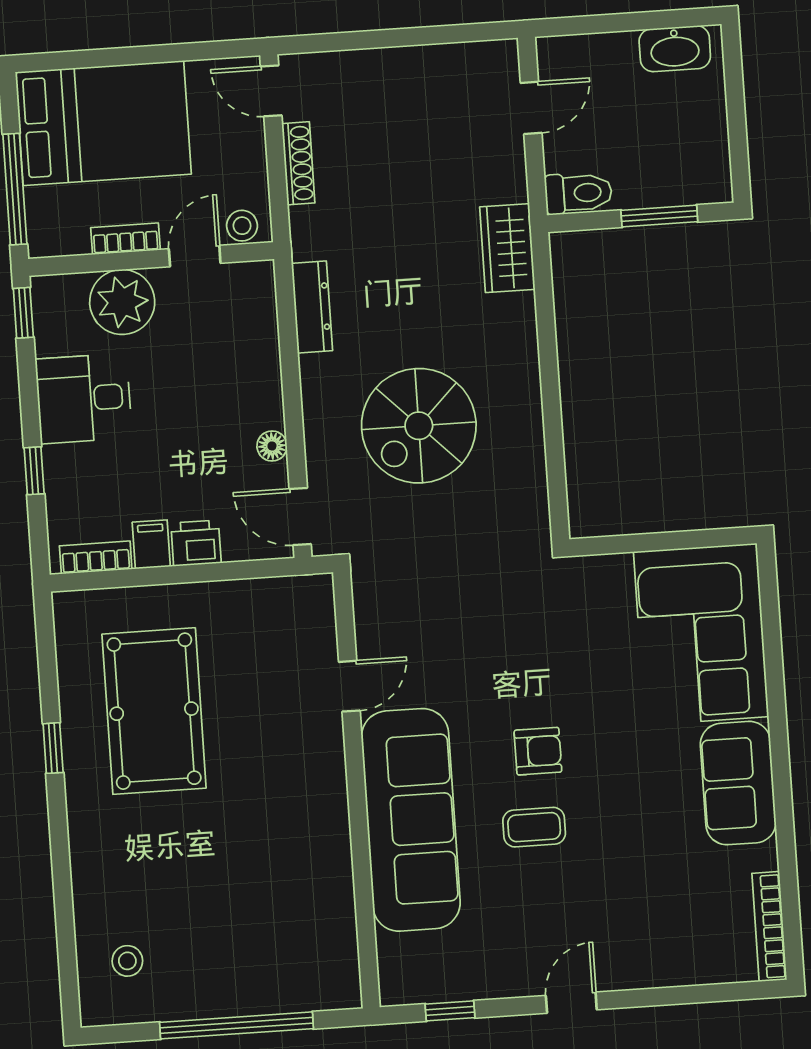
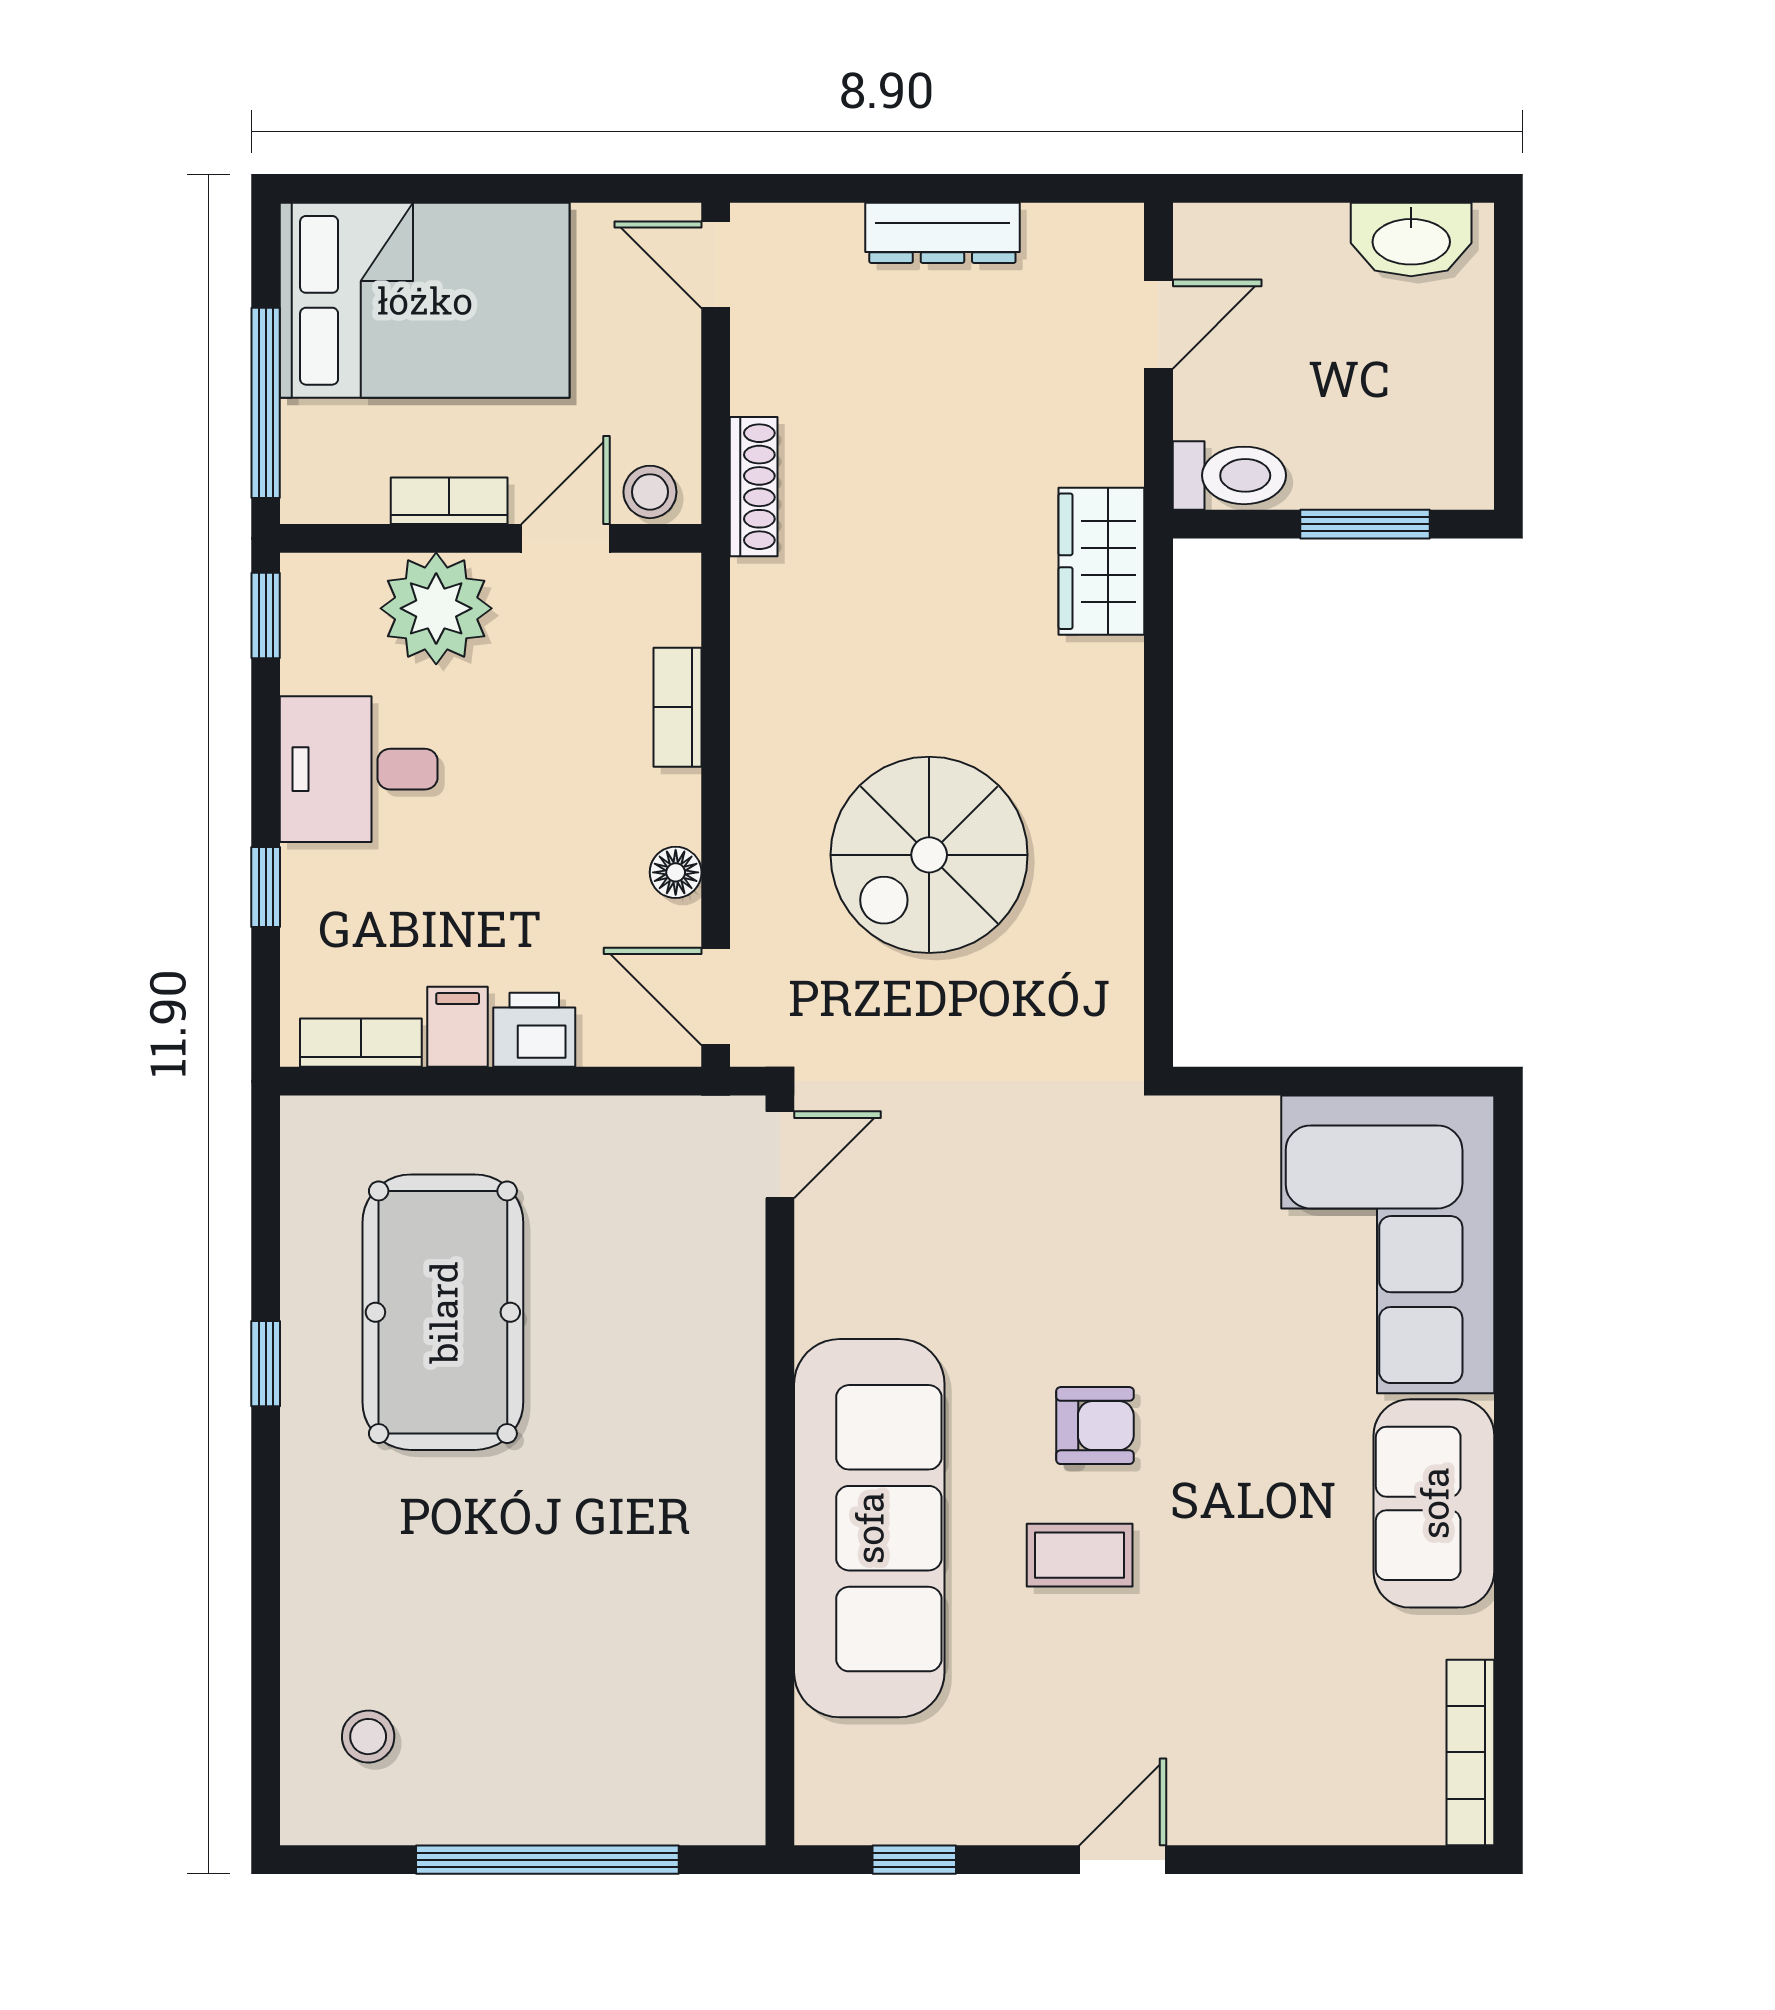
shoe rack: (298, 163) -> (754, 487), moved
dresser: (312, 307) -> (942, 233), moved, turned 90
bookcase: (267, 350) -> (678, 707), added
door: (349, 686) -> (780, 1155), moved

